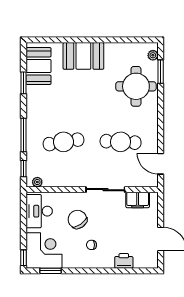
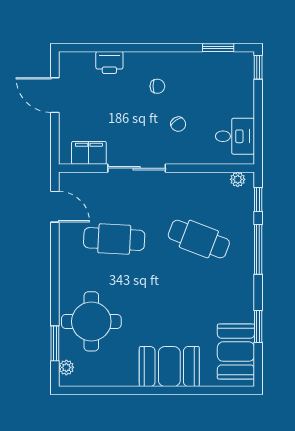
cafe table: (63, 142) -> (199, 239), turned 30
desk: (39, 211) -> (235, 136), width x0.73
chair: (77, 219) -> (178, 124), width x0.54, depth x0.54
corner desk: (44, 250) -> (228, 78), removed

